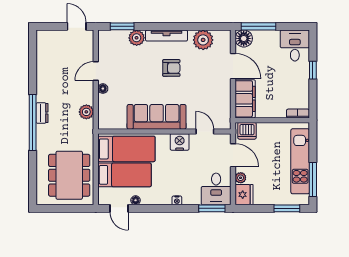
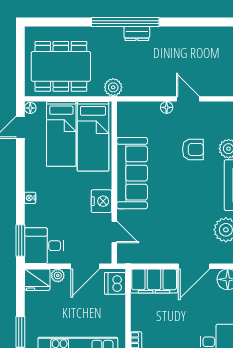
armchair: (171, 68) -> (193, 149), moved, turned -90
plant: (86, 112) -> (113, 87), moved
door: (205, 131) -> (114, 232), hinge flipped
floor lamp: (136, 200) -> (30, 108), moved

